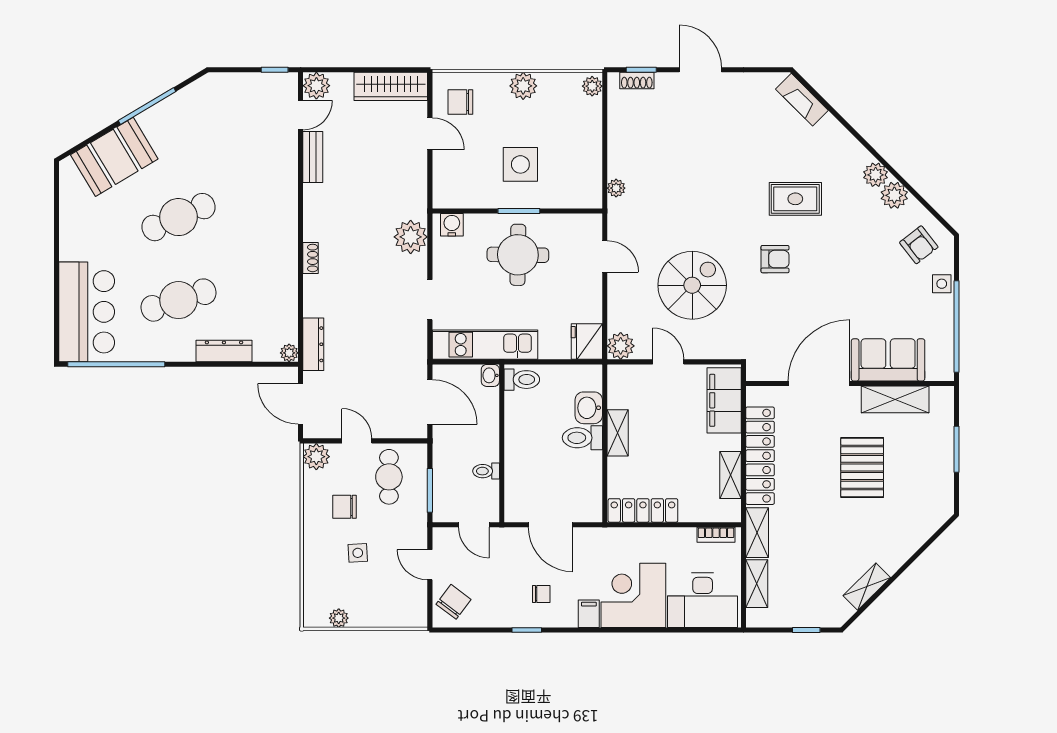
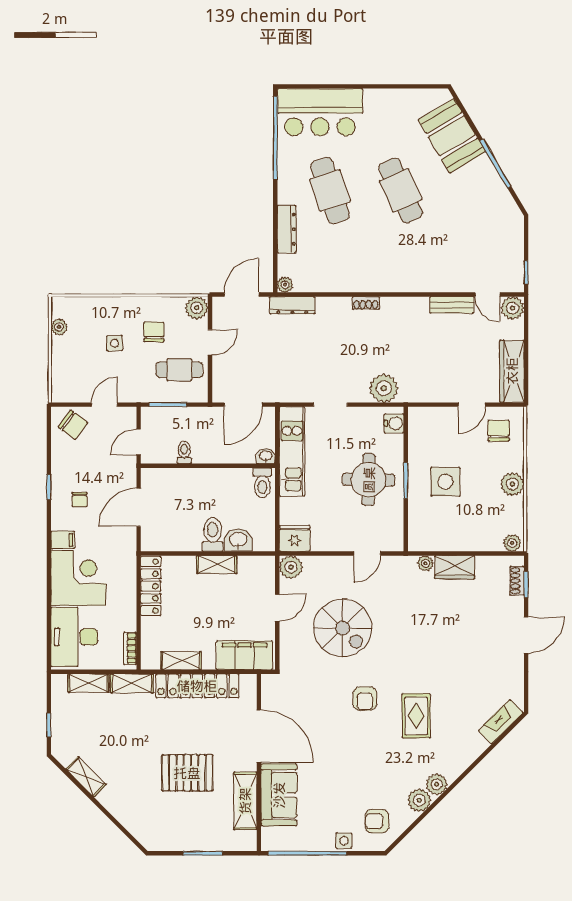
wardrobe: (621, 154) -> (455, 567), added
armchair: (919, 245) -> (377, 821), turned 38

